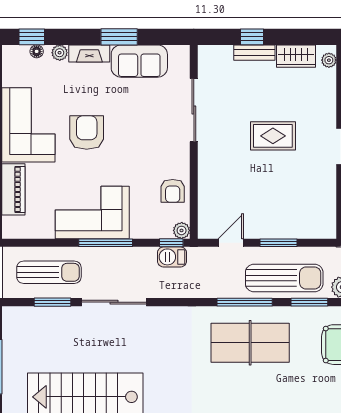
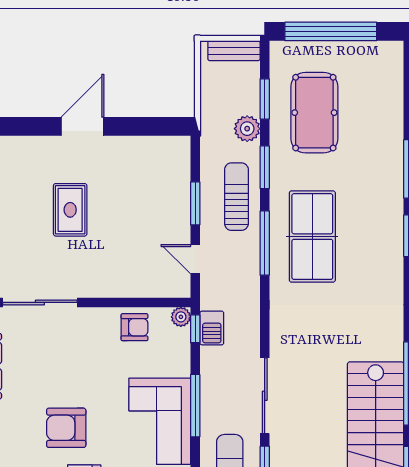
sun lounger: (284, 278) -> (236, 197), width x0.73, depth x0.75

